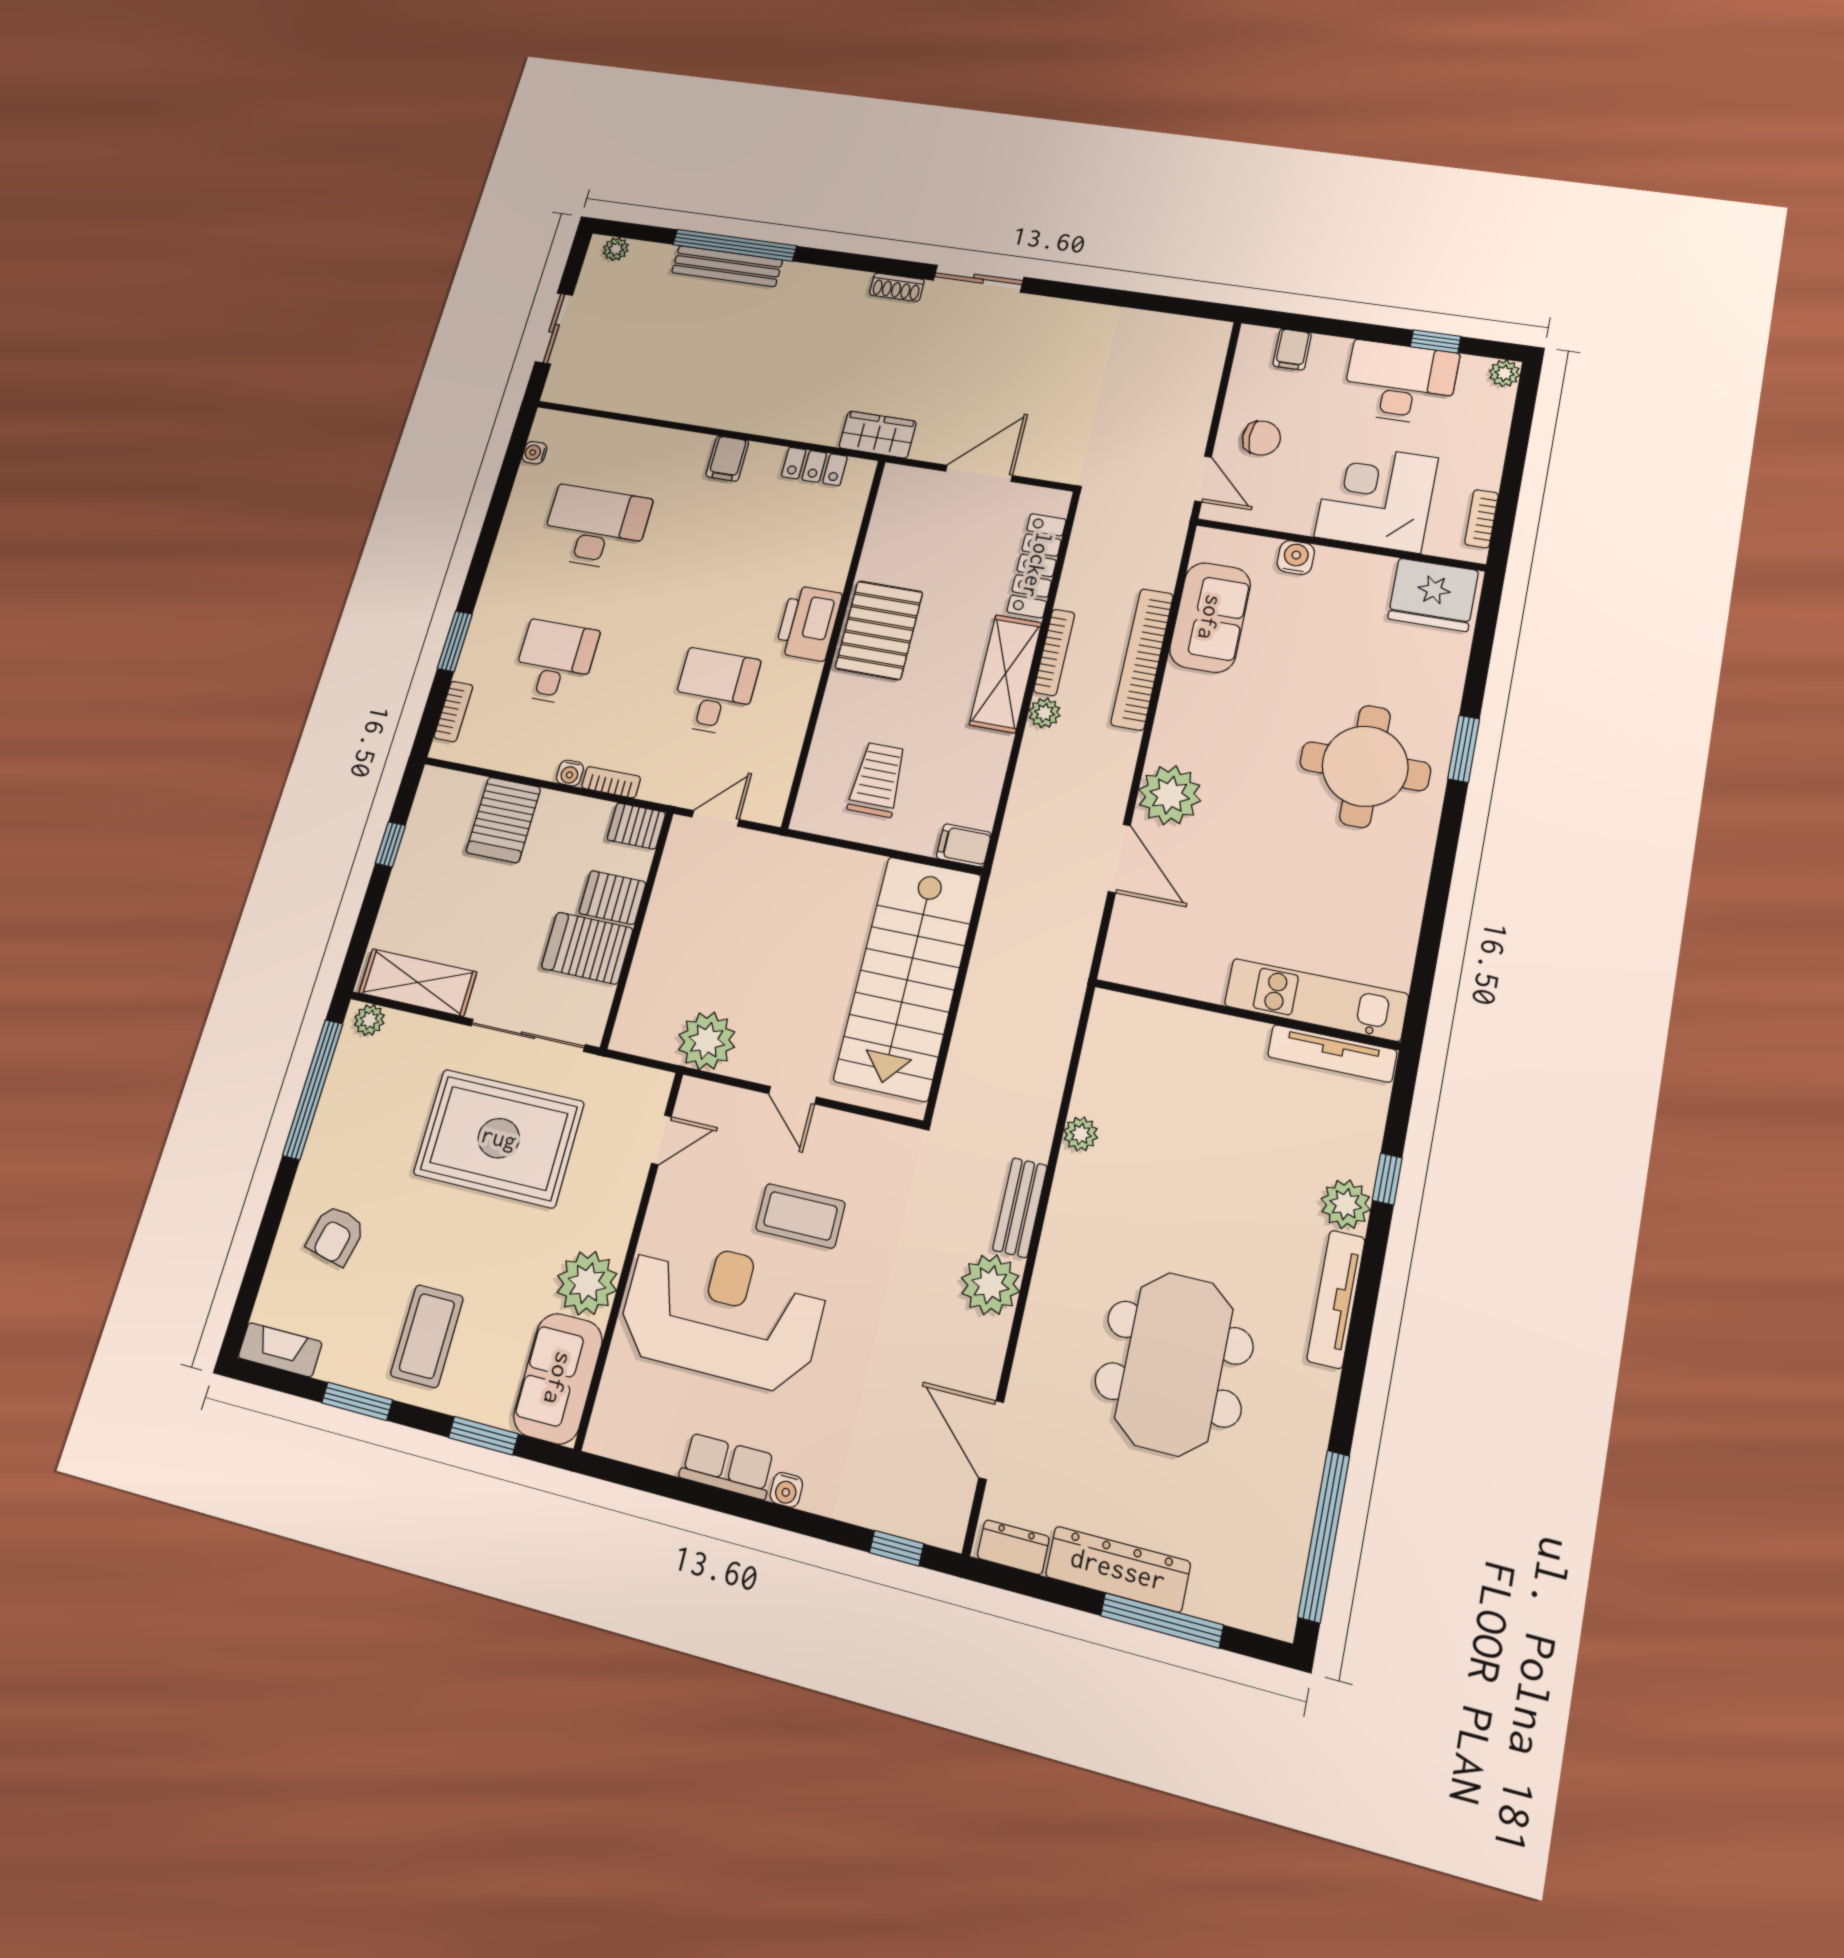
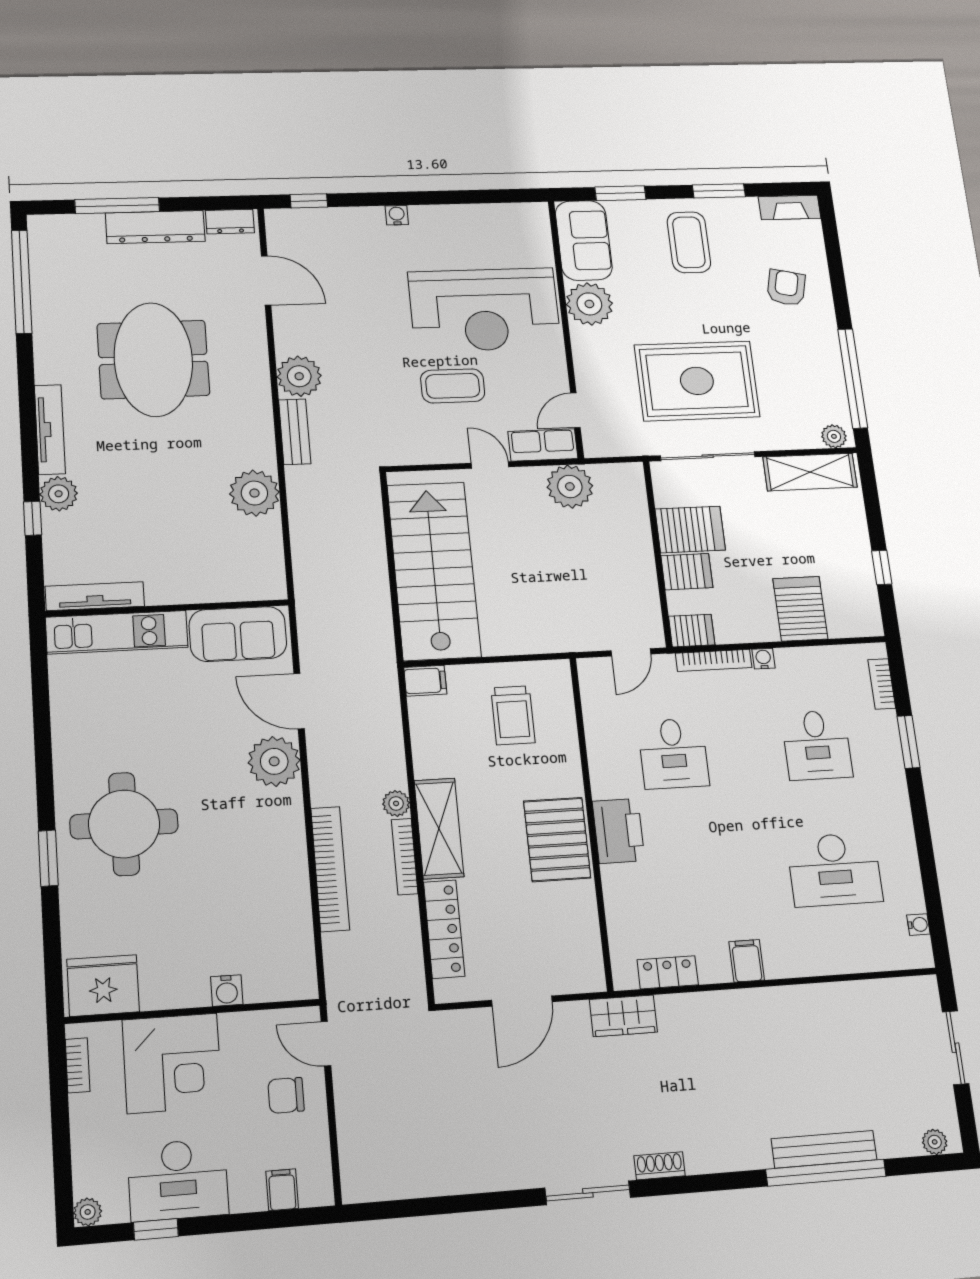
sofa: (1210, 617) -> (238, 634), moved, turned -90
bookcase: (611, 782) -> (714, 660), width x1.56
plant: (1081, 1134) -> (254, 493), width x1.87, depth x1.87
row of seats: (727, 1466) -> (543, 445), moved, turned 180

